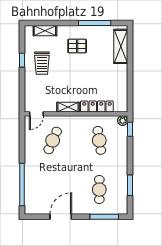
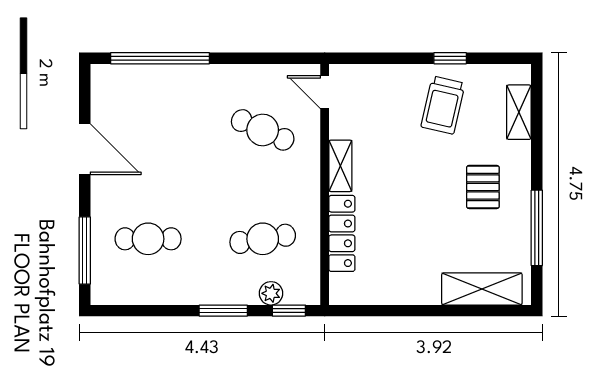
trolley: (42, 63) -> (443, 105), turned -77
plant: (123, 121) -> (271, 293), moved
window: (130, 185) -> (223, 311), moved

